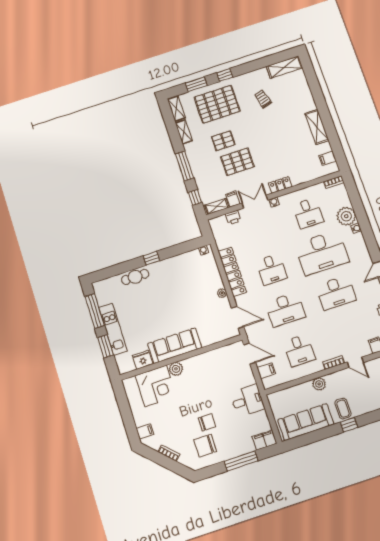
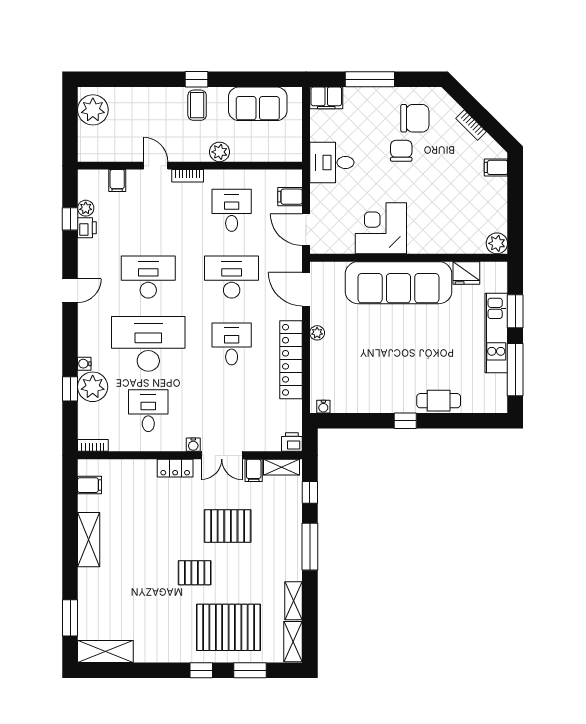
window: (312, 79) -> (70, 618), added
trolley: (263, 99) -> (156, 612), removed
pallet: (223, 141) -> (195, 573), moved
window: (359, 210) -> (70, 389), added
printer: (233, 217) -> (292, 442), moved
sofa: (175, 346) -> (398, 283), width x1.36, depth x1.27
plant: (176, 369) -> (497, 243), moved
corner desk: (156, 386) -> (381, 228), moved
chair: (207, 422) -> (401, 151), turned 90
sofa: (306, 422) -> (258, 104), width x0.73

